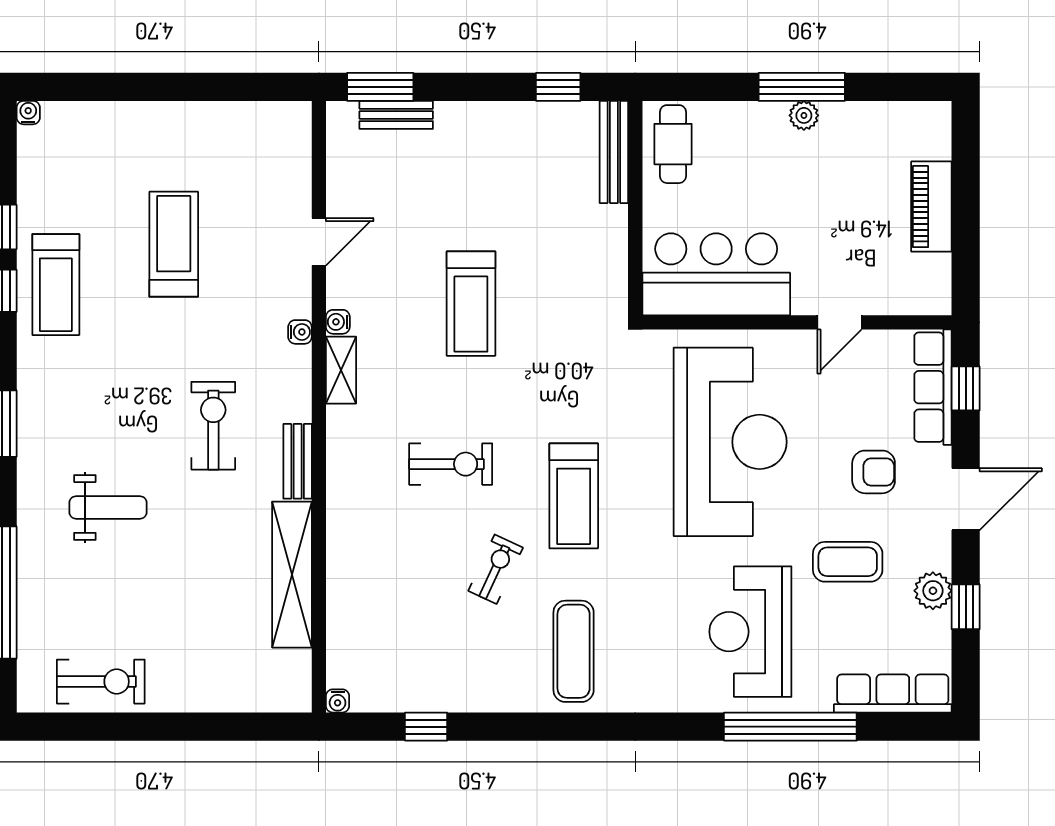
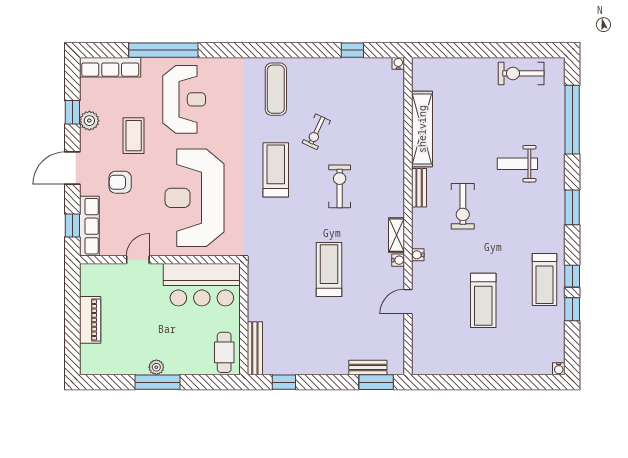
treadmill: (56, 285) -> (544, 279), turned 180
exercise bike: (451, 464) -> (340, 186), turned 90
coffee table: (848, 562) -> (134, 136), turned 90

